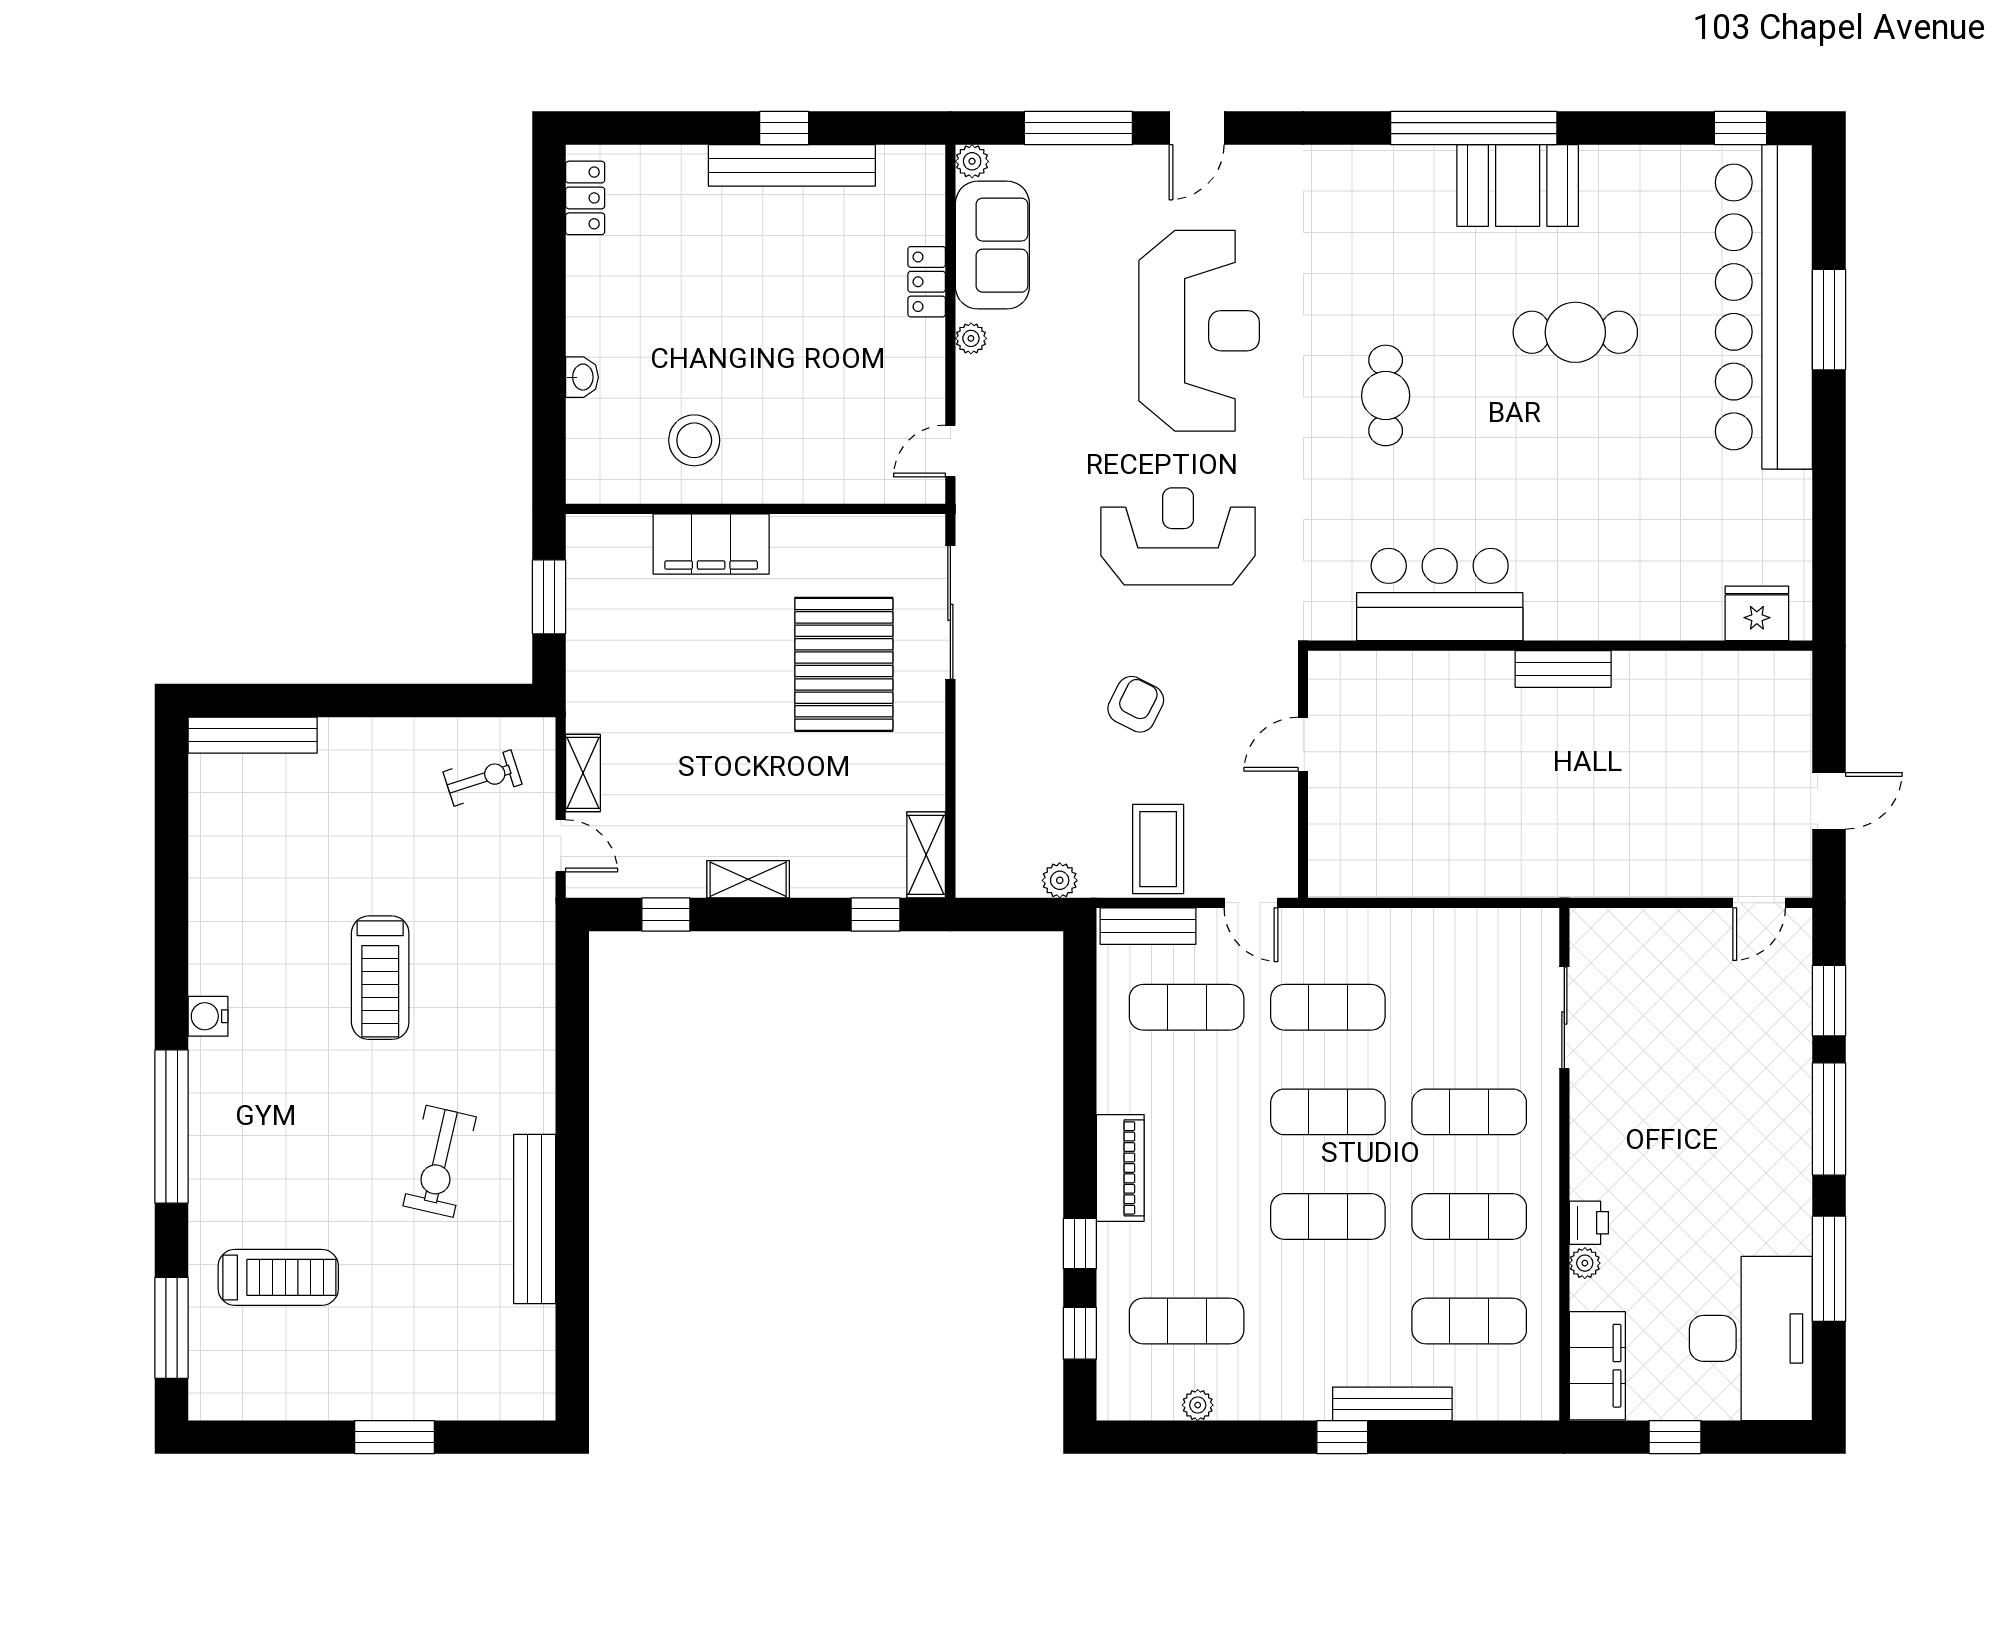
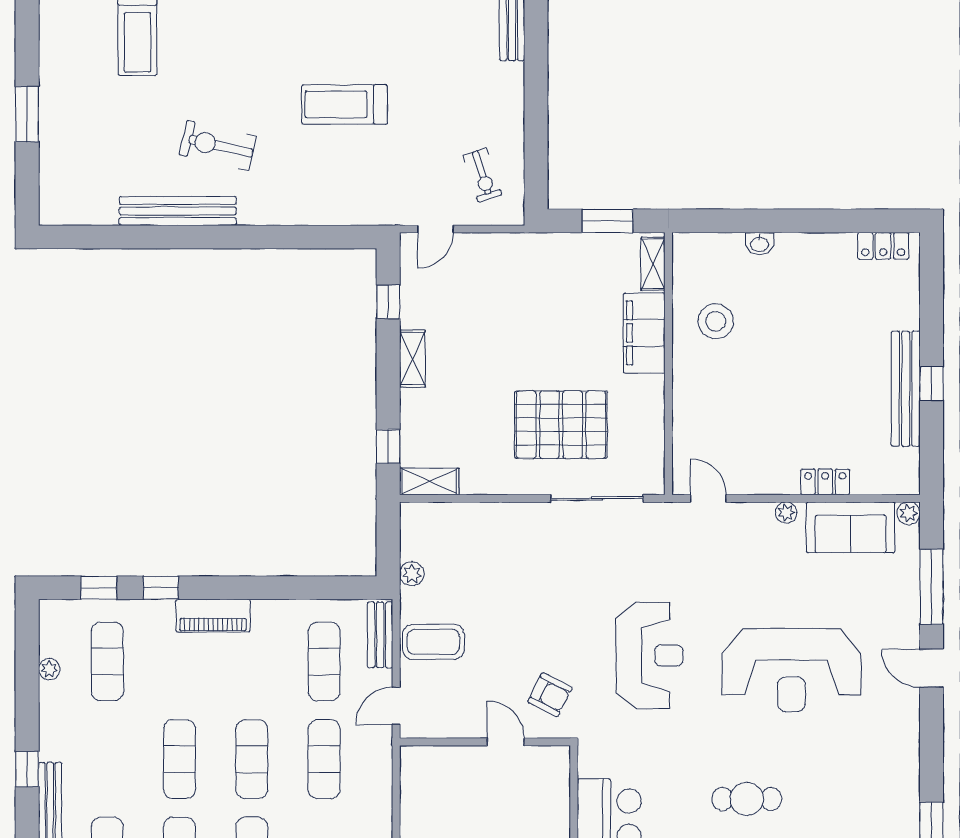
armchair: (1136, 704) -> (550, 695), moved
shelving: (583, 773) -> (653, 264), moved, turned 90

